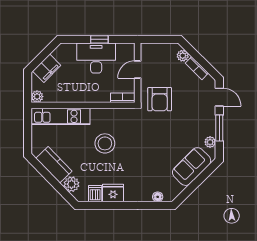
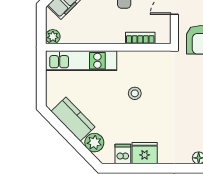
bookcase: (123, 98) -> (140, 38), moved
stool: (105, 143) -> (135, 93), width x0.53, depth x0.53

